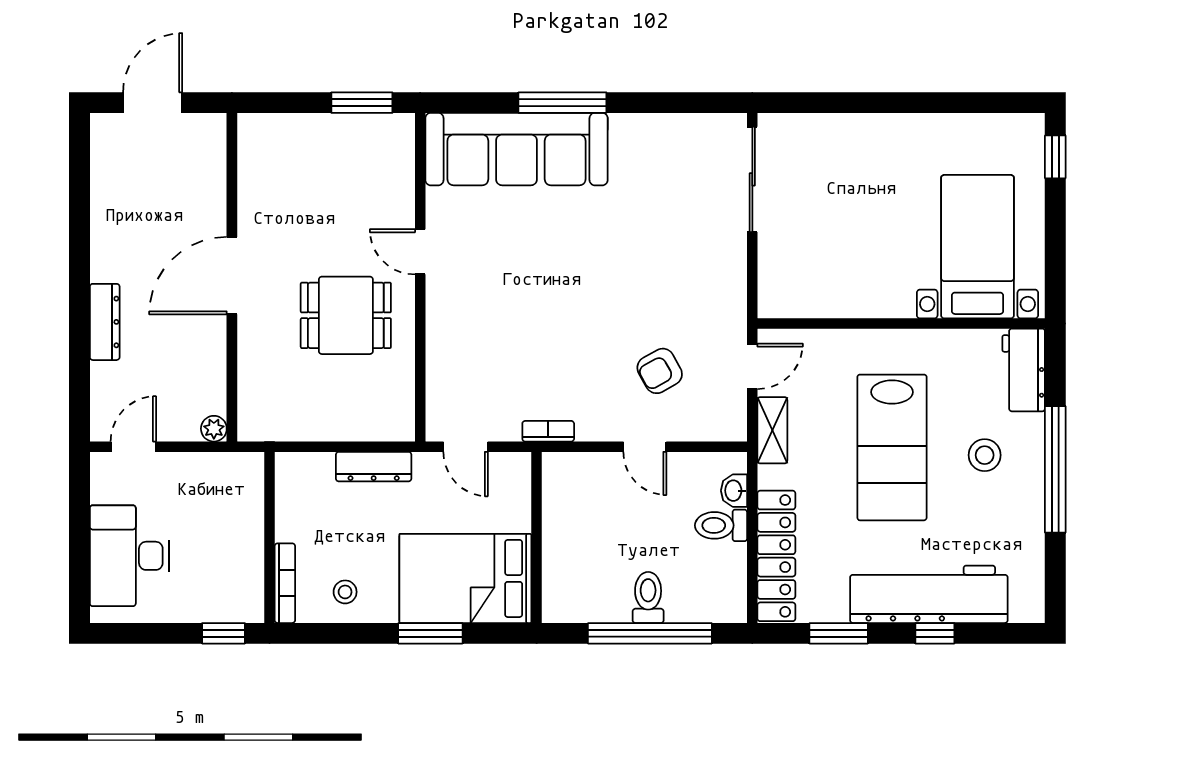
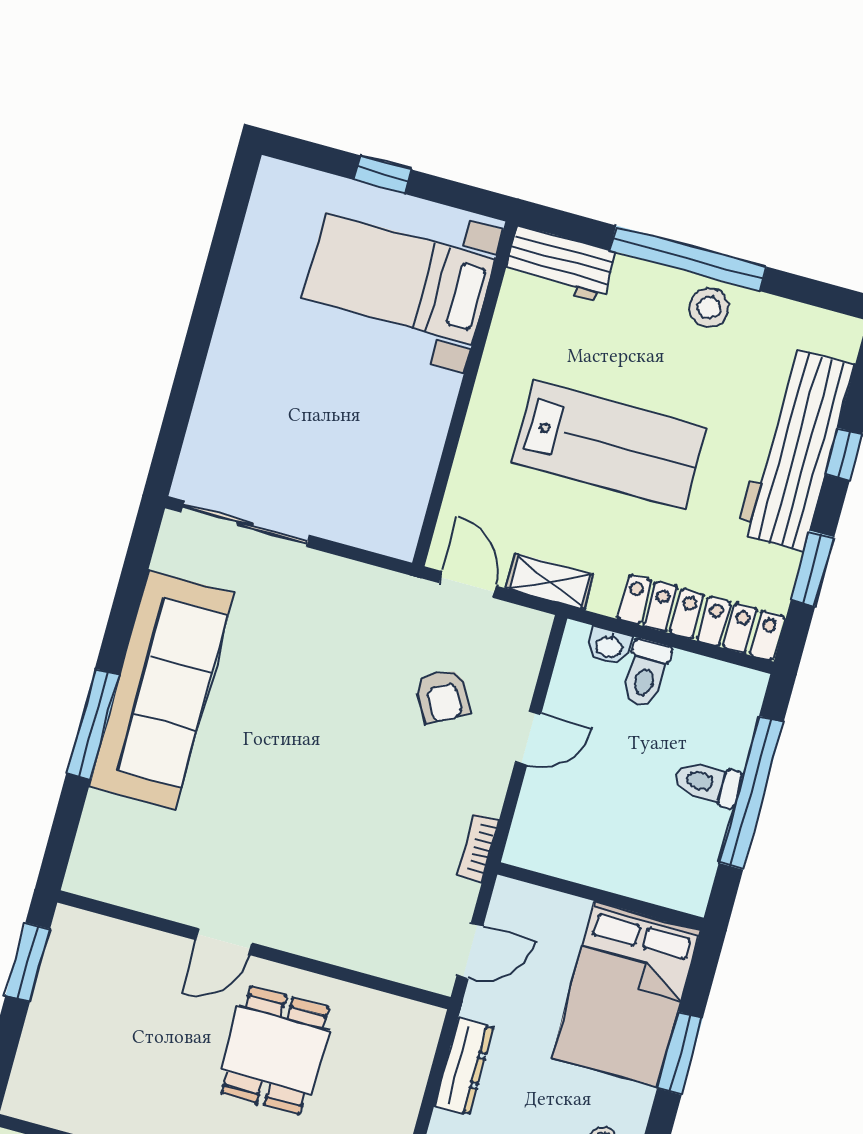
sofa: (517, 149) -> (162, 690), moved
window: (1055, 157) -> (382, 175), moved
stool: (985, 455) -> (709, 308), moved

